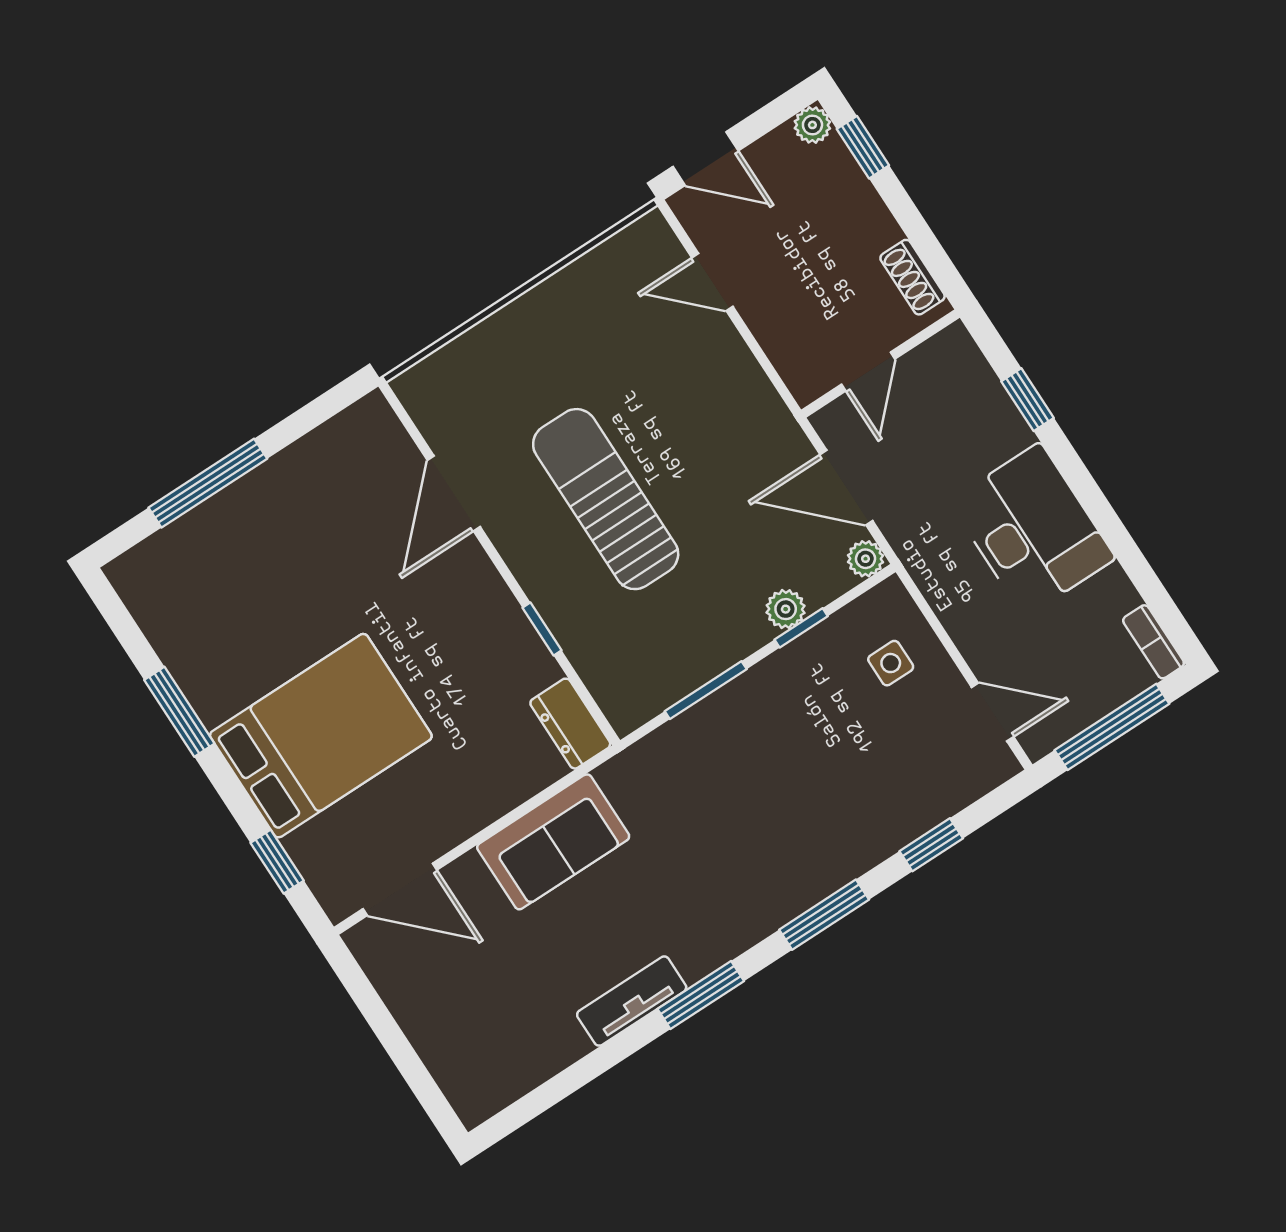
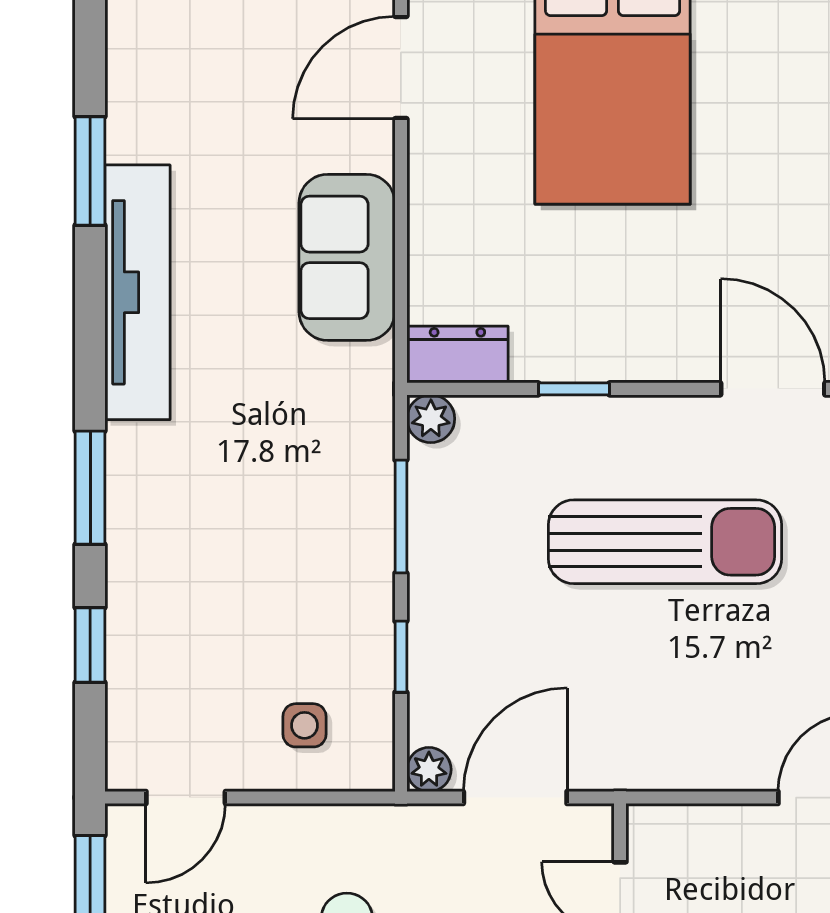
plant: (786, 609) -> (431, 419), moved
window: (701, 995) -> (90, 171), moved
tv unit: (632, 1001) -> (137, 292), width x1.92, depth x1.29

